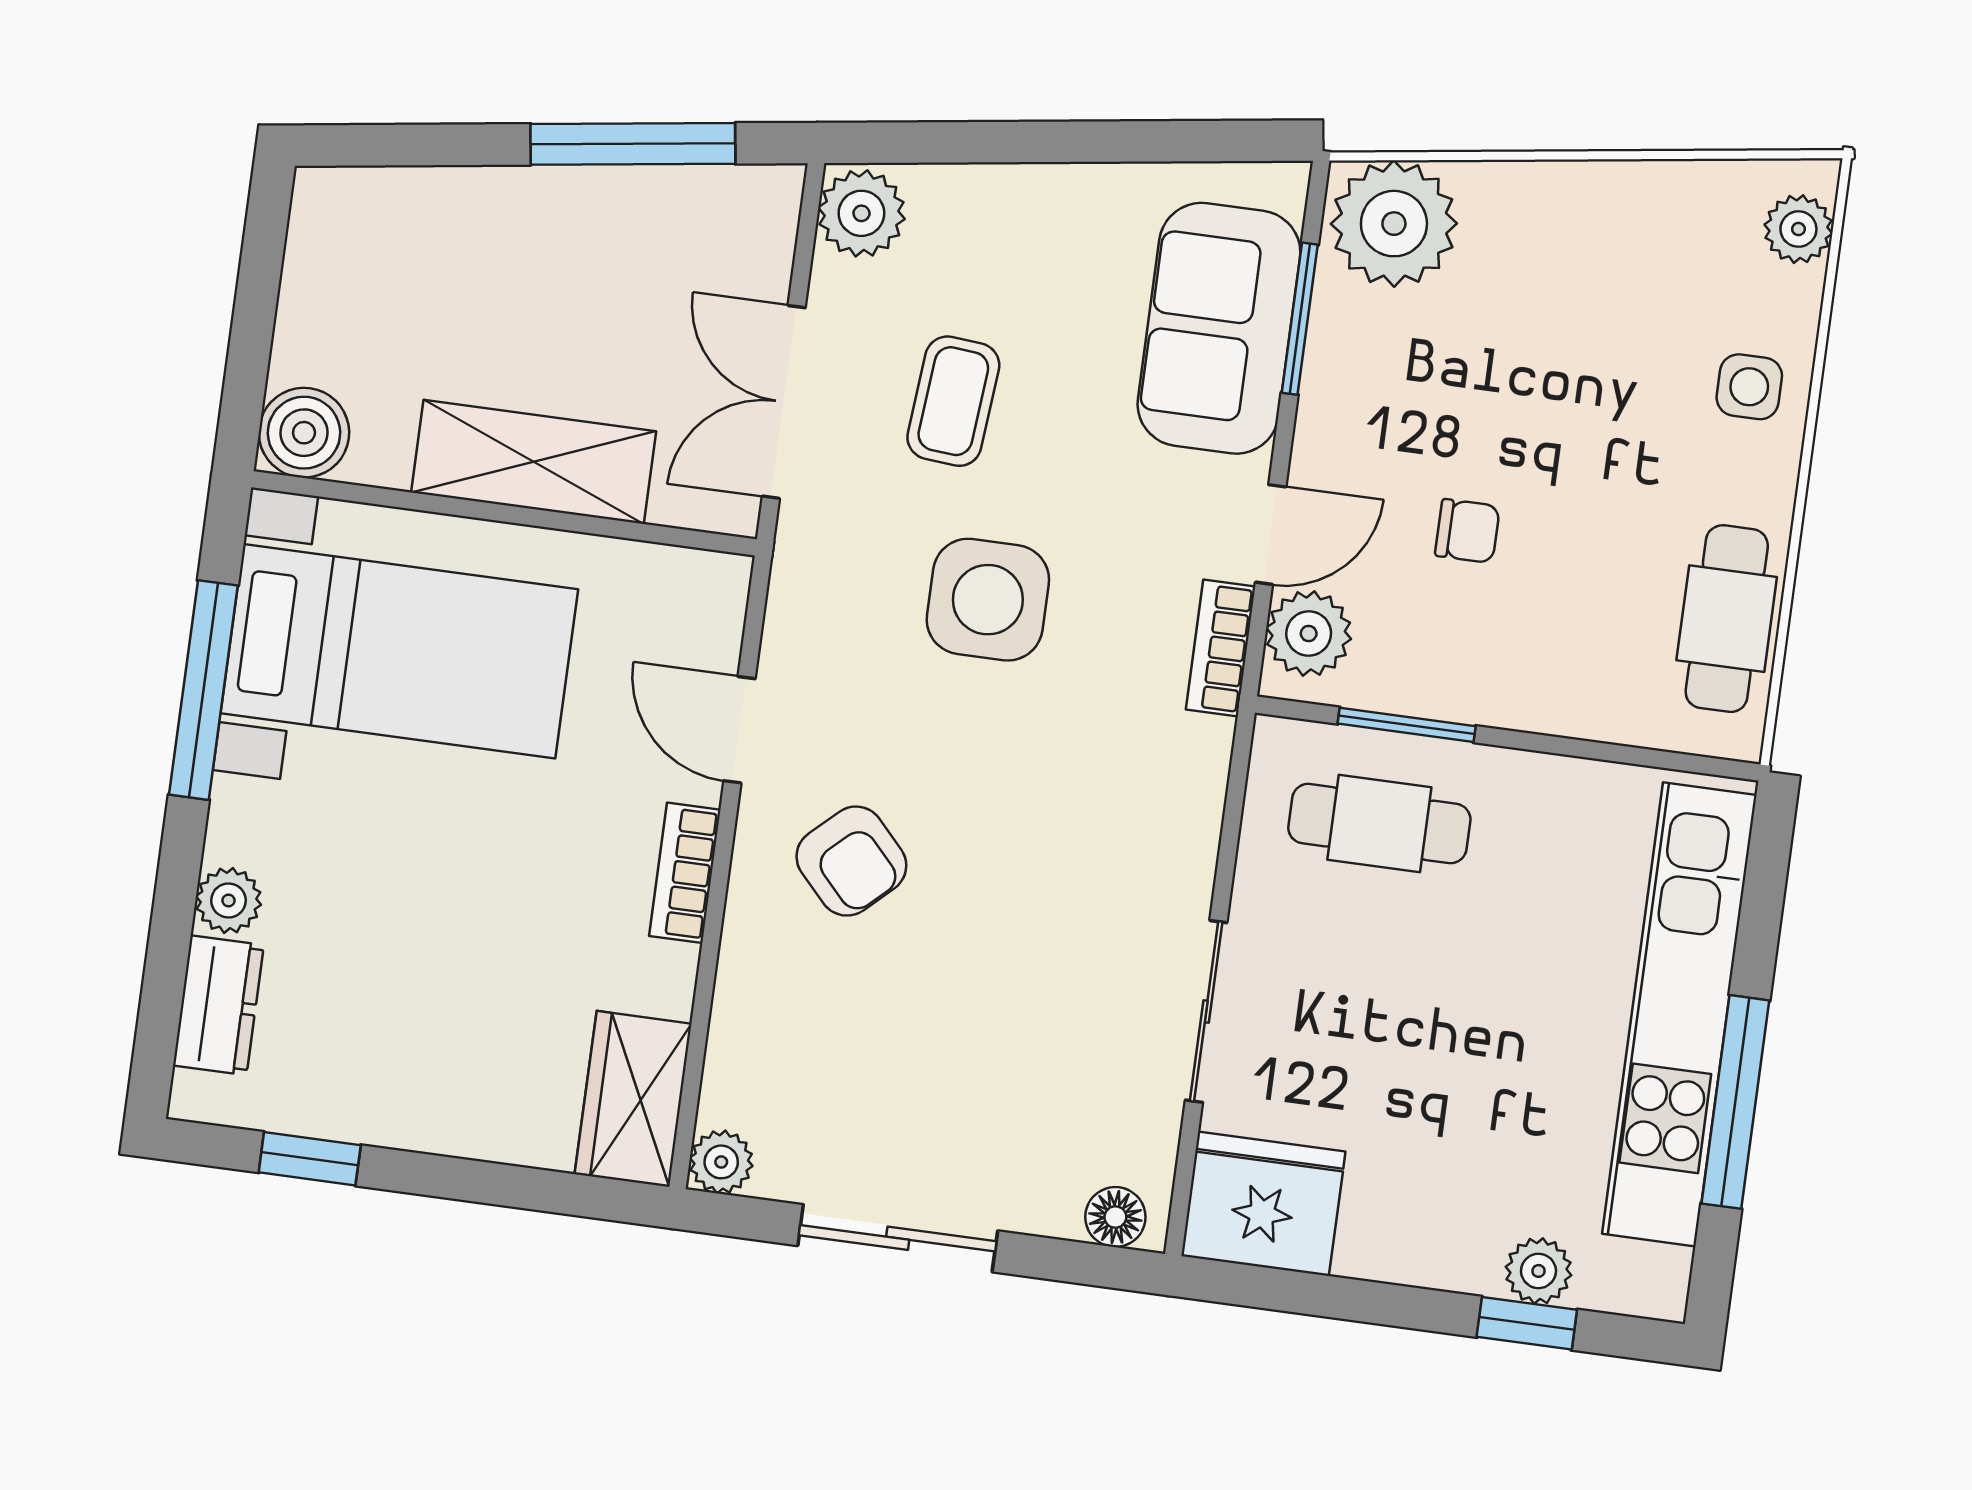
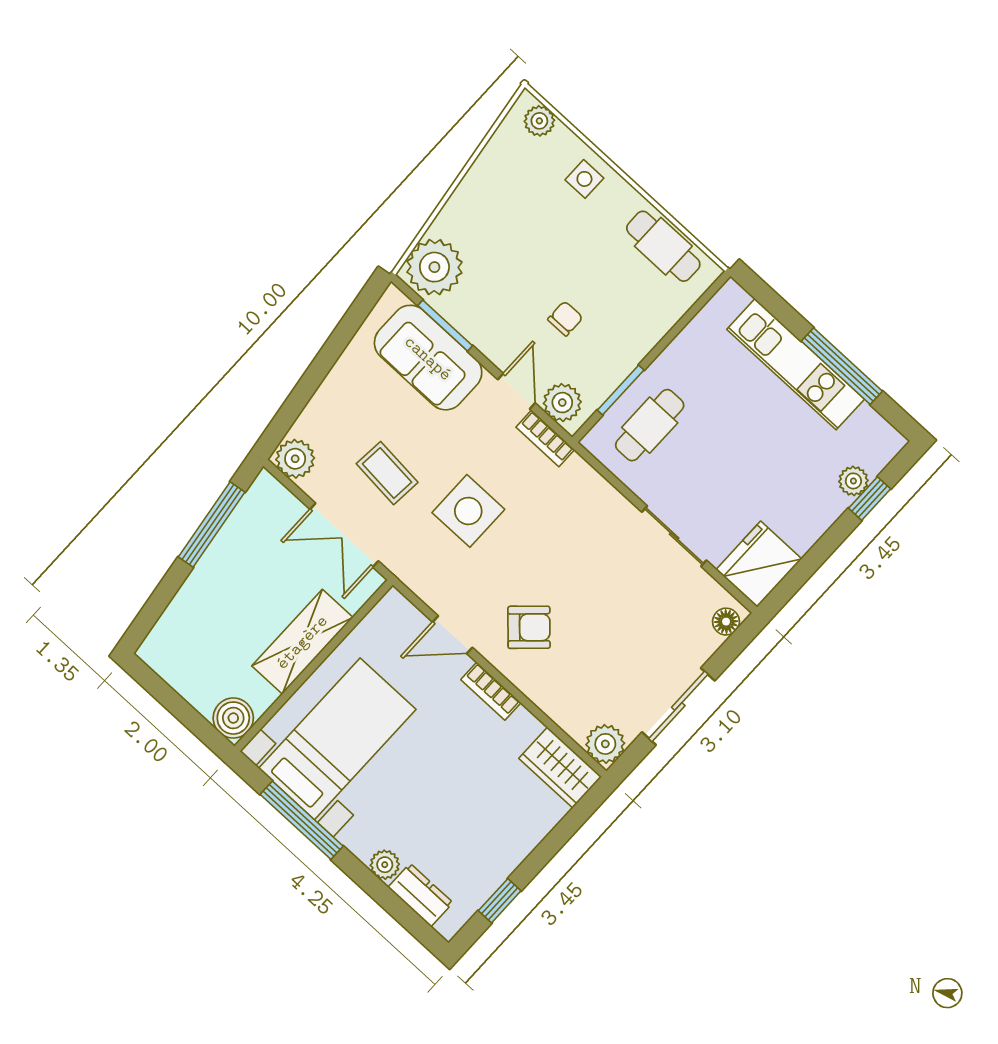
kitchen unit: (1679, 1014) -> (796, 364), width x0.73
plant: (721, 1162) -> (605, 744), width x1.38, depth x1.38

